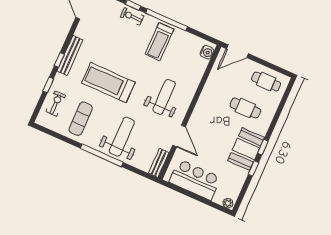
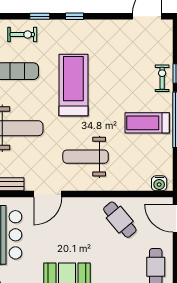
bench: (70, 56) -> (85, 26), removed
weight bench: (164, 97) -> (86, 157), turned 180
cafe table: (245, 108) -> (120, 220), moved, turned -40

